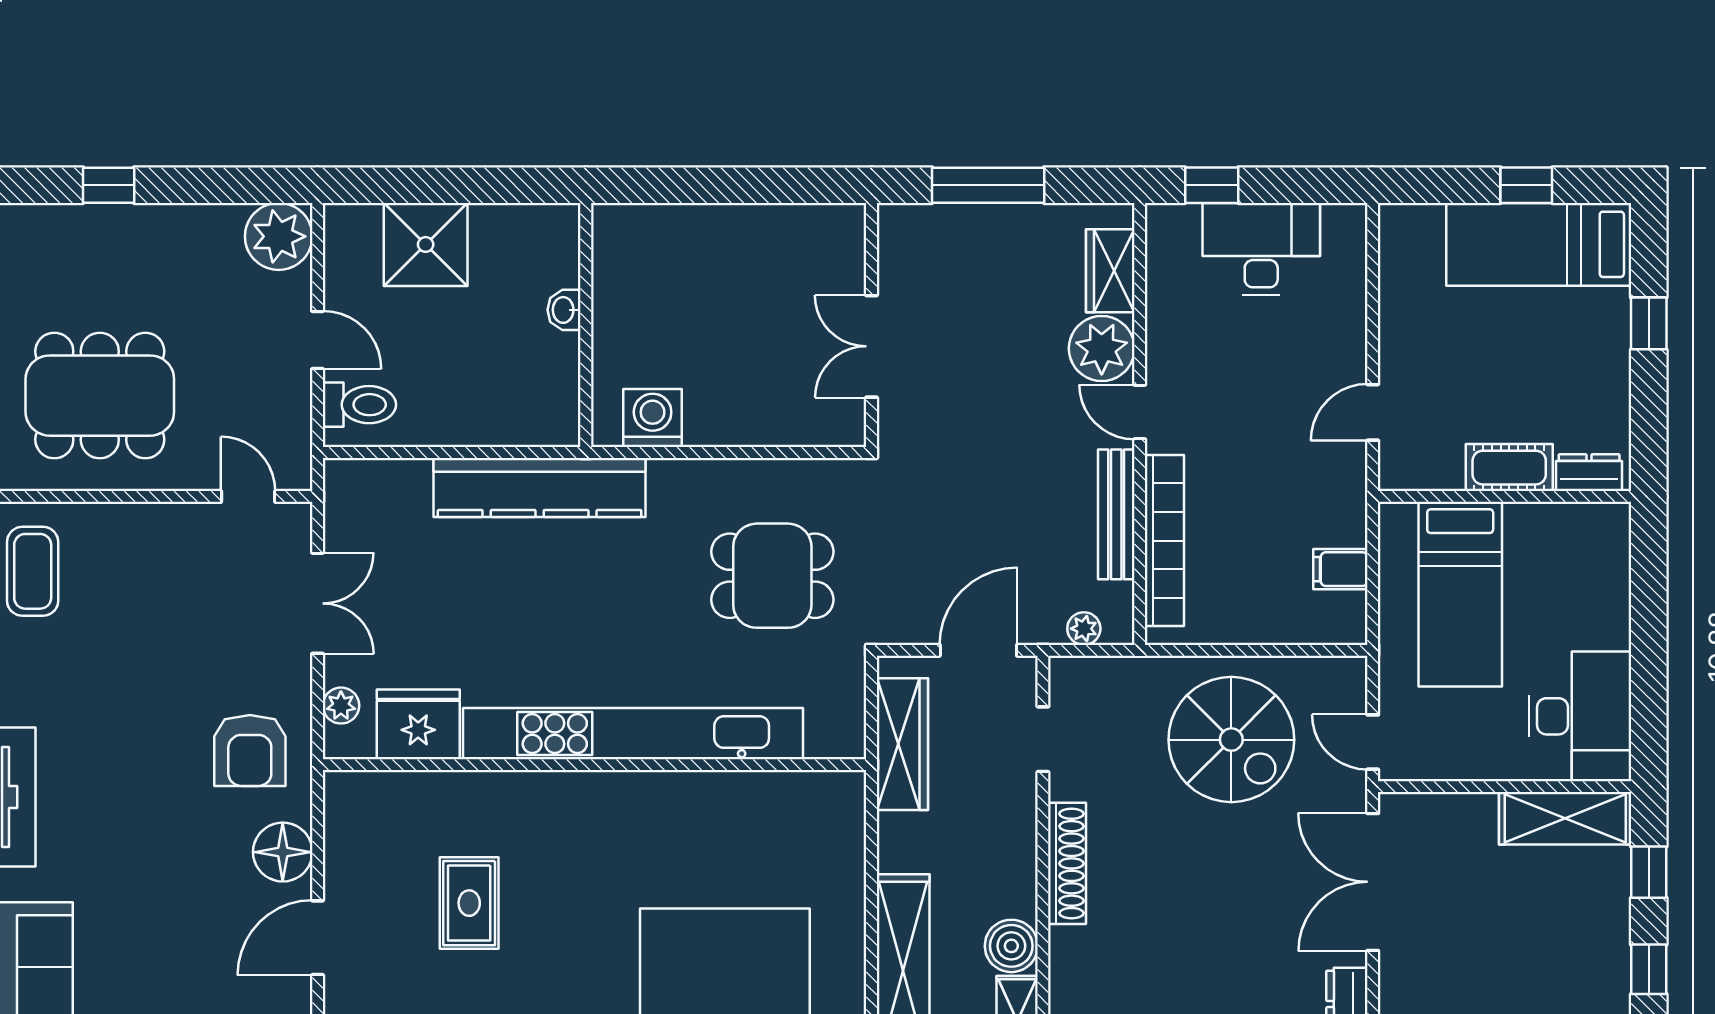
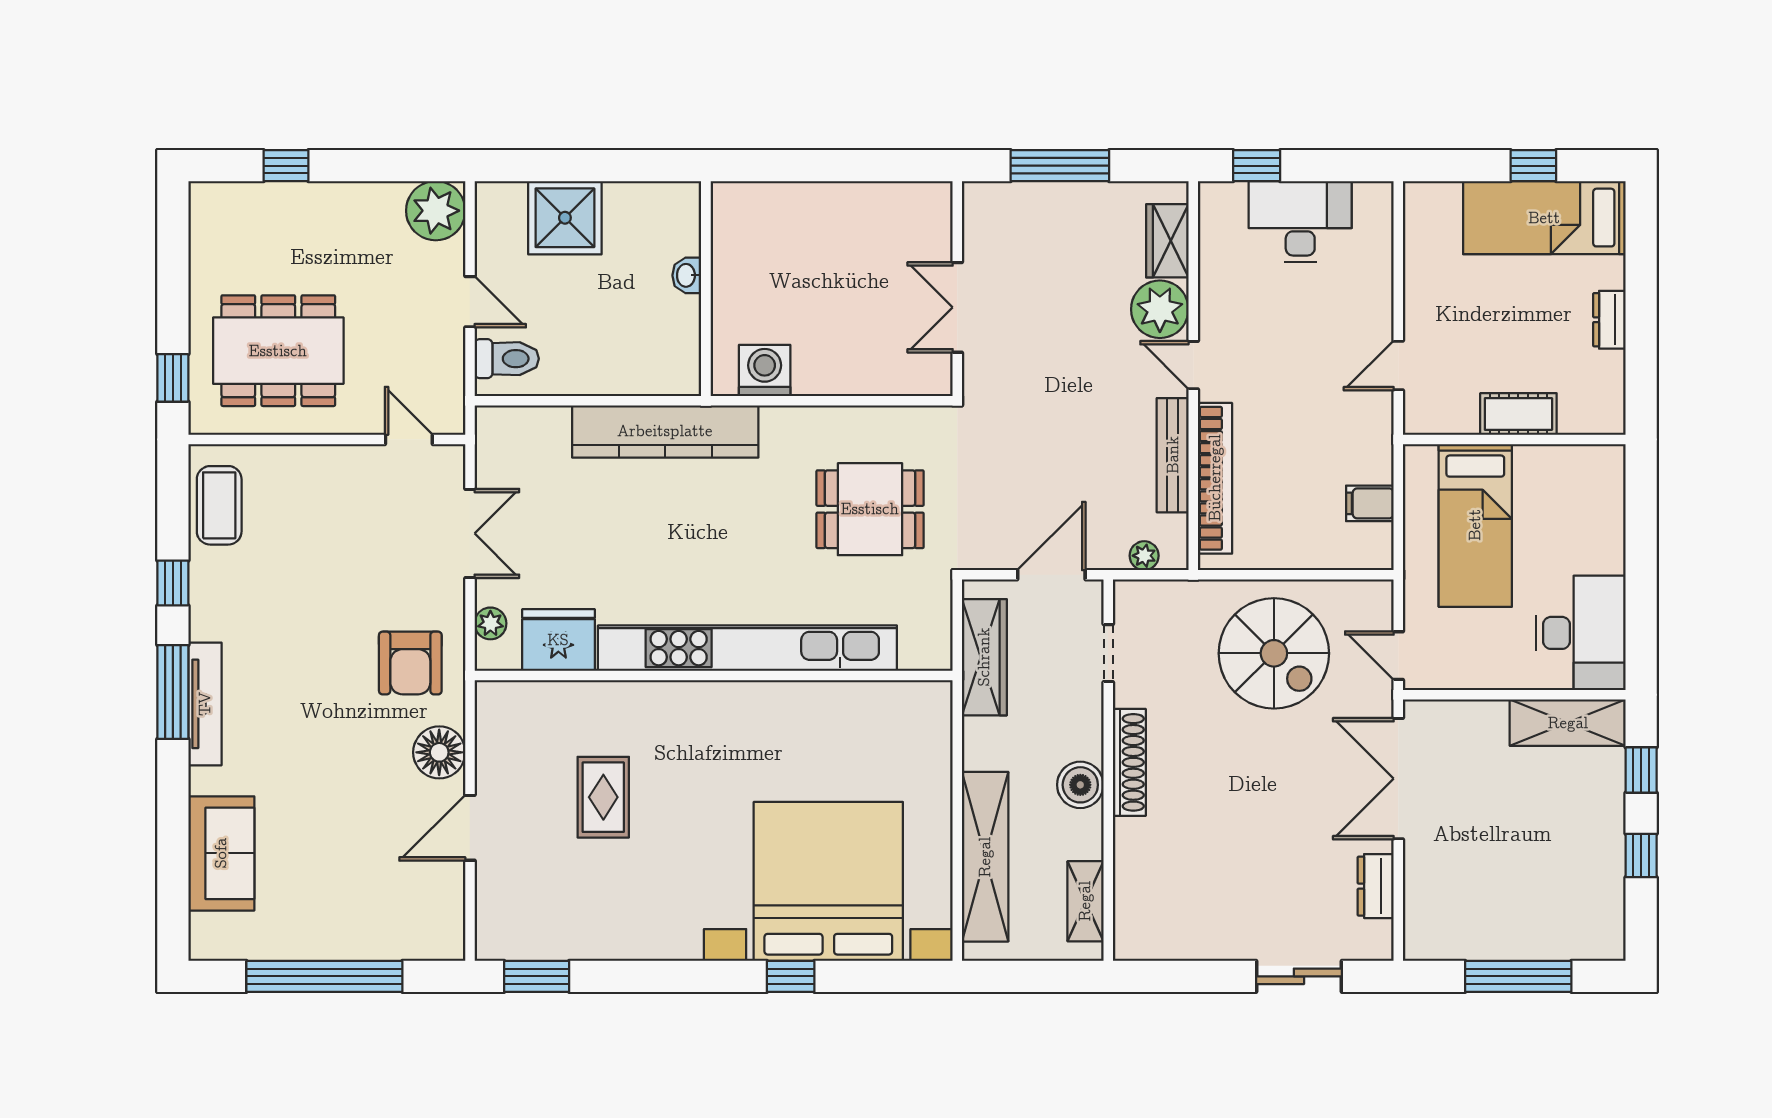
window: (1649, 323) -> (1641, 287), removed
dresser: (1589, 473) -> (1609, 320), moved, turned -90
boiler: (1011, 946) -> (1080, 785), moved

